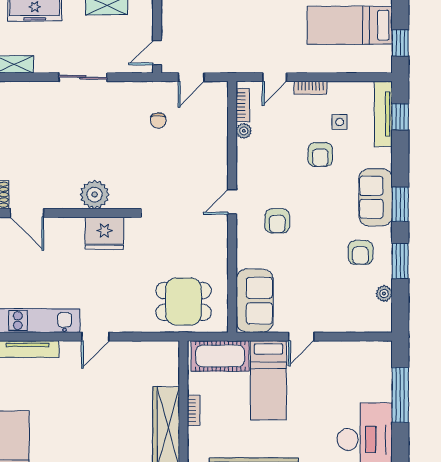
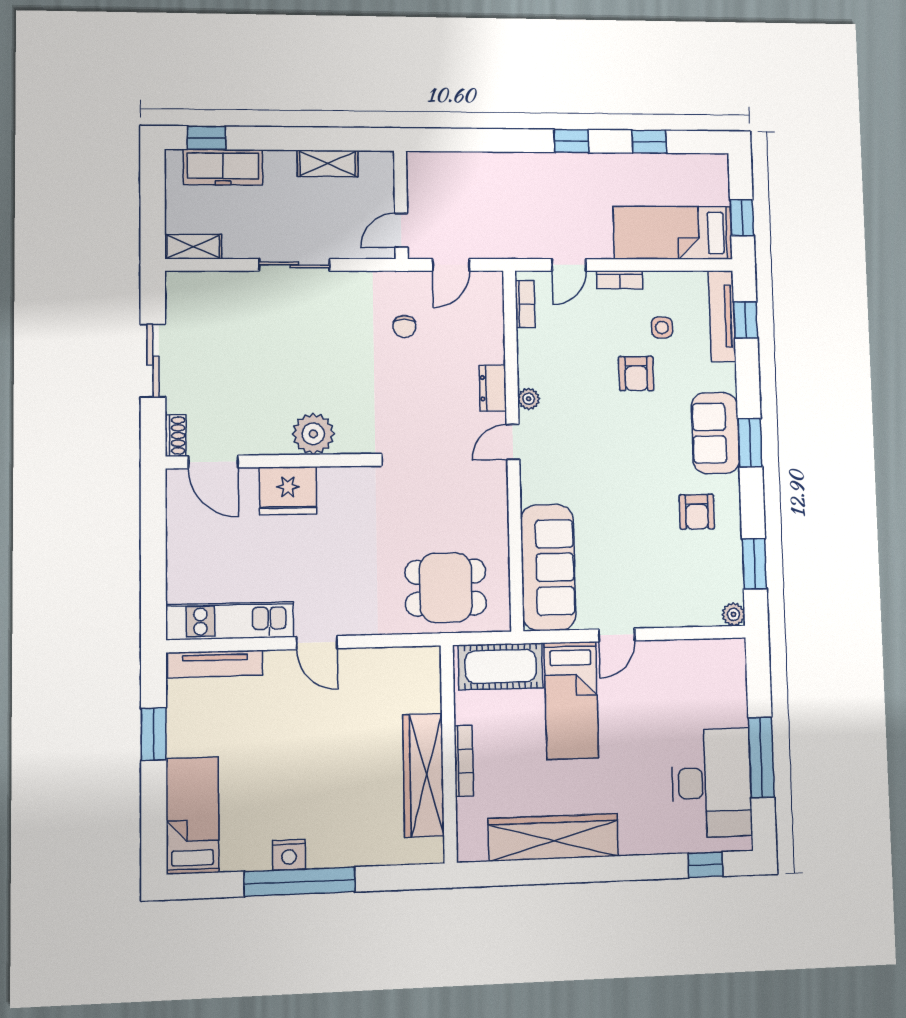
bed: (350, 25) -> (673, 233), moved
plant: (244, 131) -> (529, 399), moved
dresser: (219, 164) -> (493, 388), added
armchair: (277, 221) -> (578, 468), removed
fridge: (104, 233) -> (288, 491), moved
window: (400, 261) -> (754, 564), moved
plant: (384, 293) -> (733, 614), moved
sofa: (255, 301) -> (548, 567), width x1.36
door: (95, 337) -> (317, 643), hinge flipped
window: (400, 395) -> (761, 757), moved
bookcase: (194, 410) -> (464, 761), width x1.56

